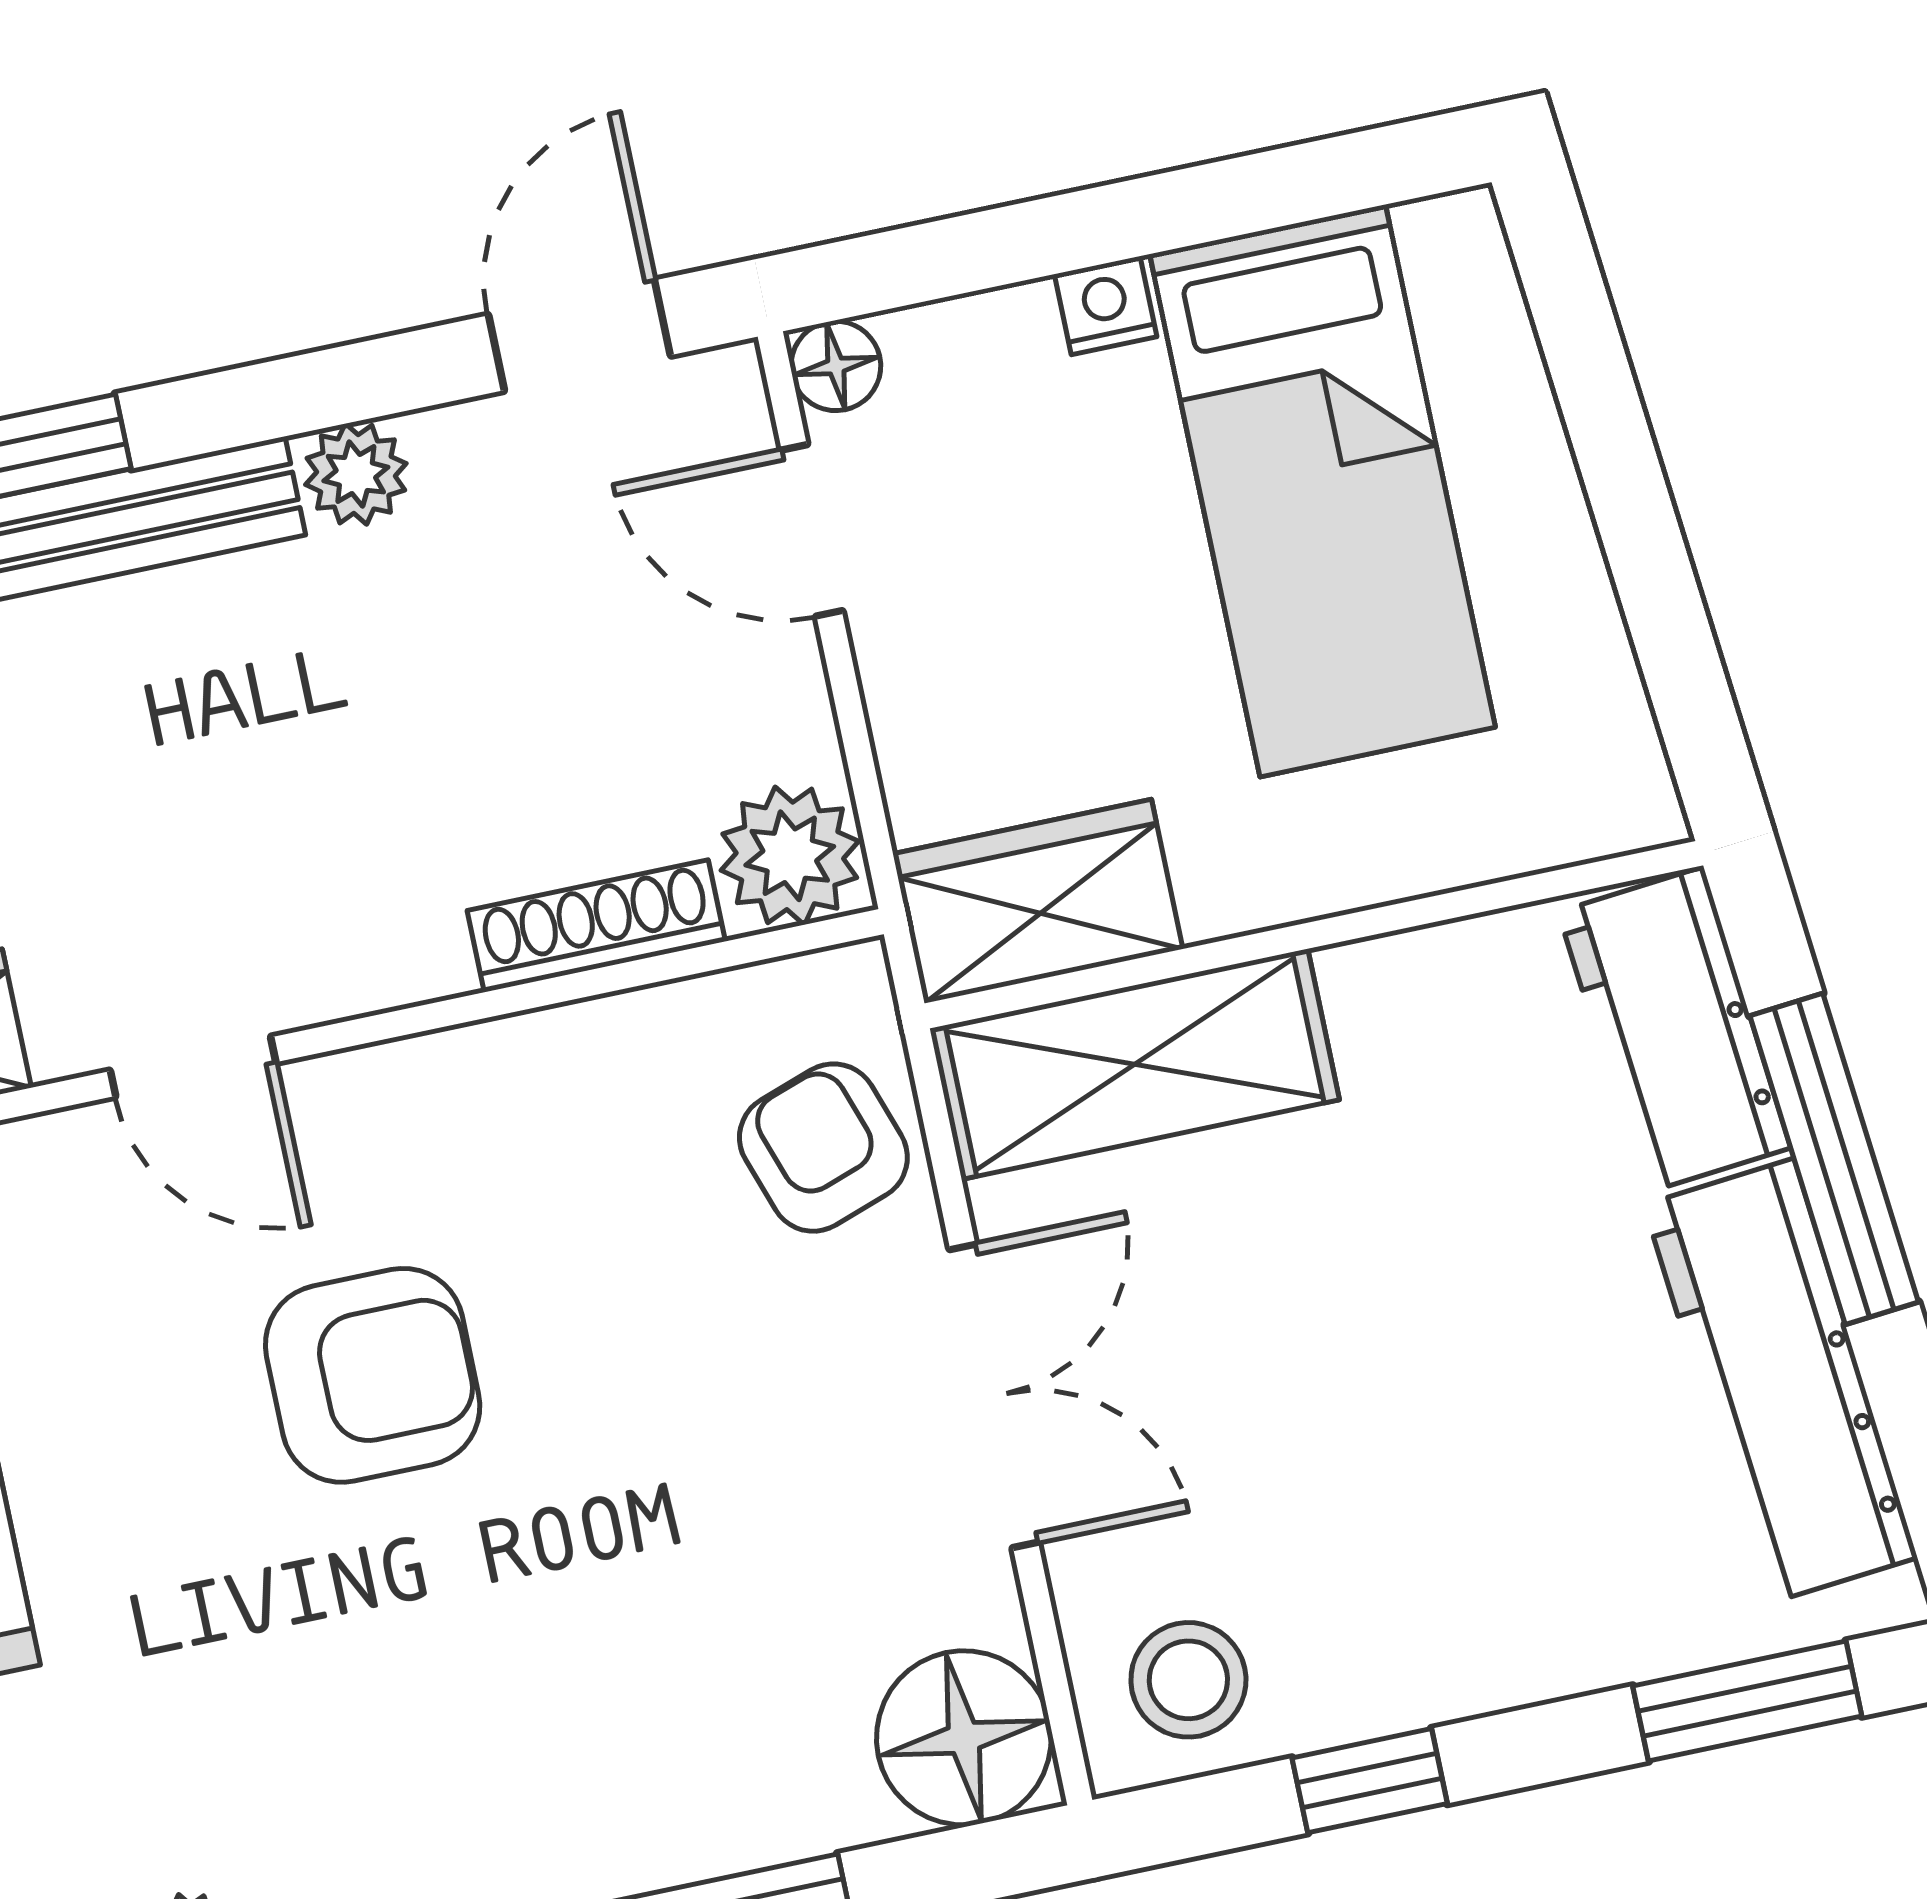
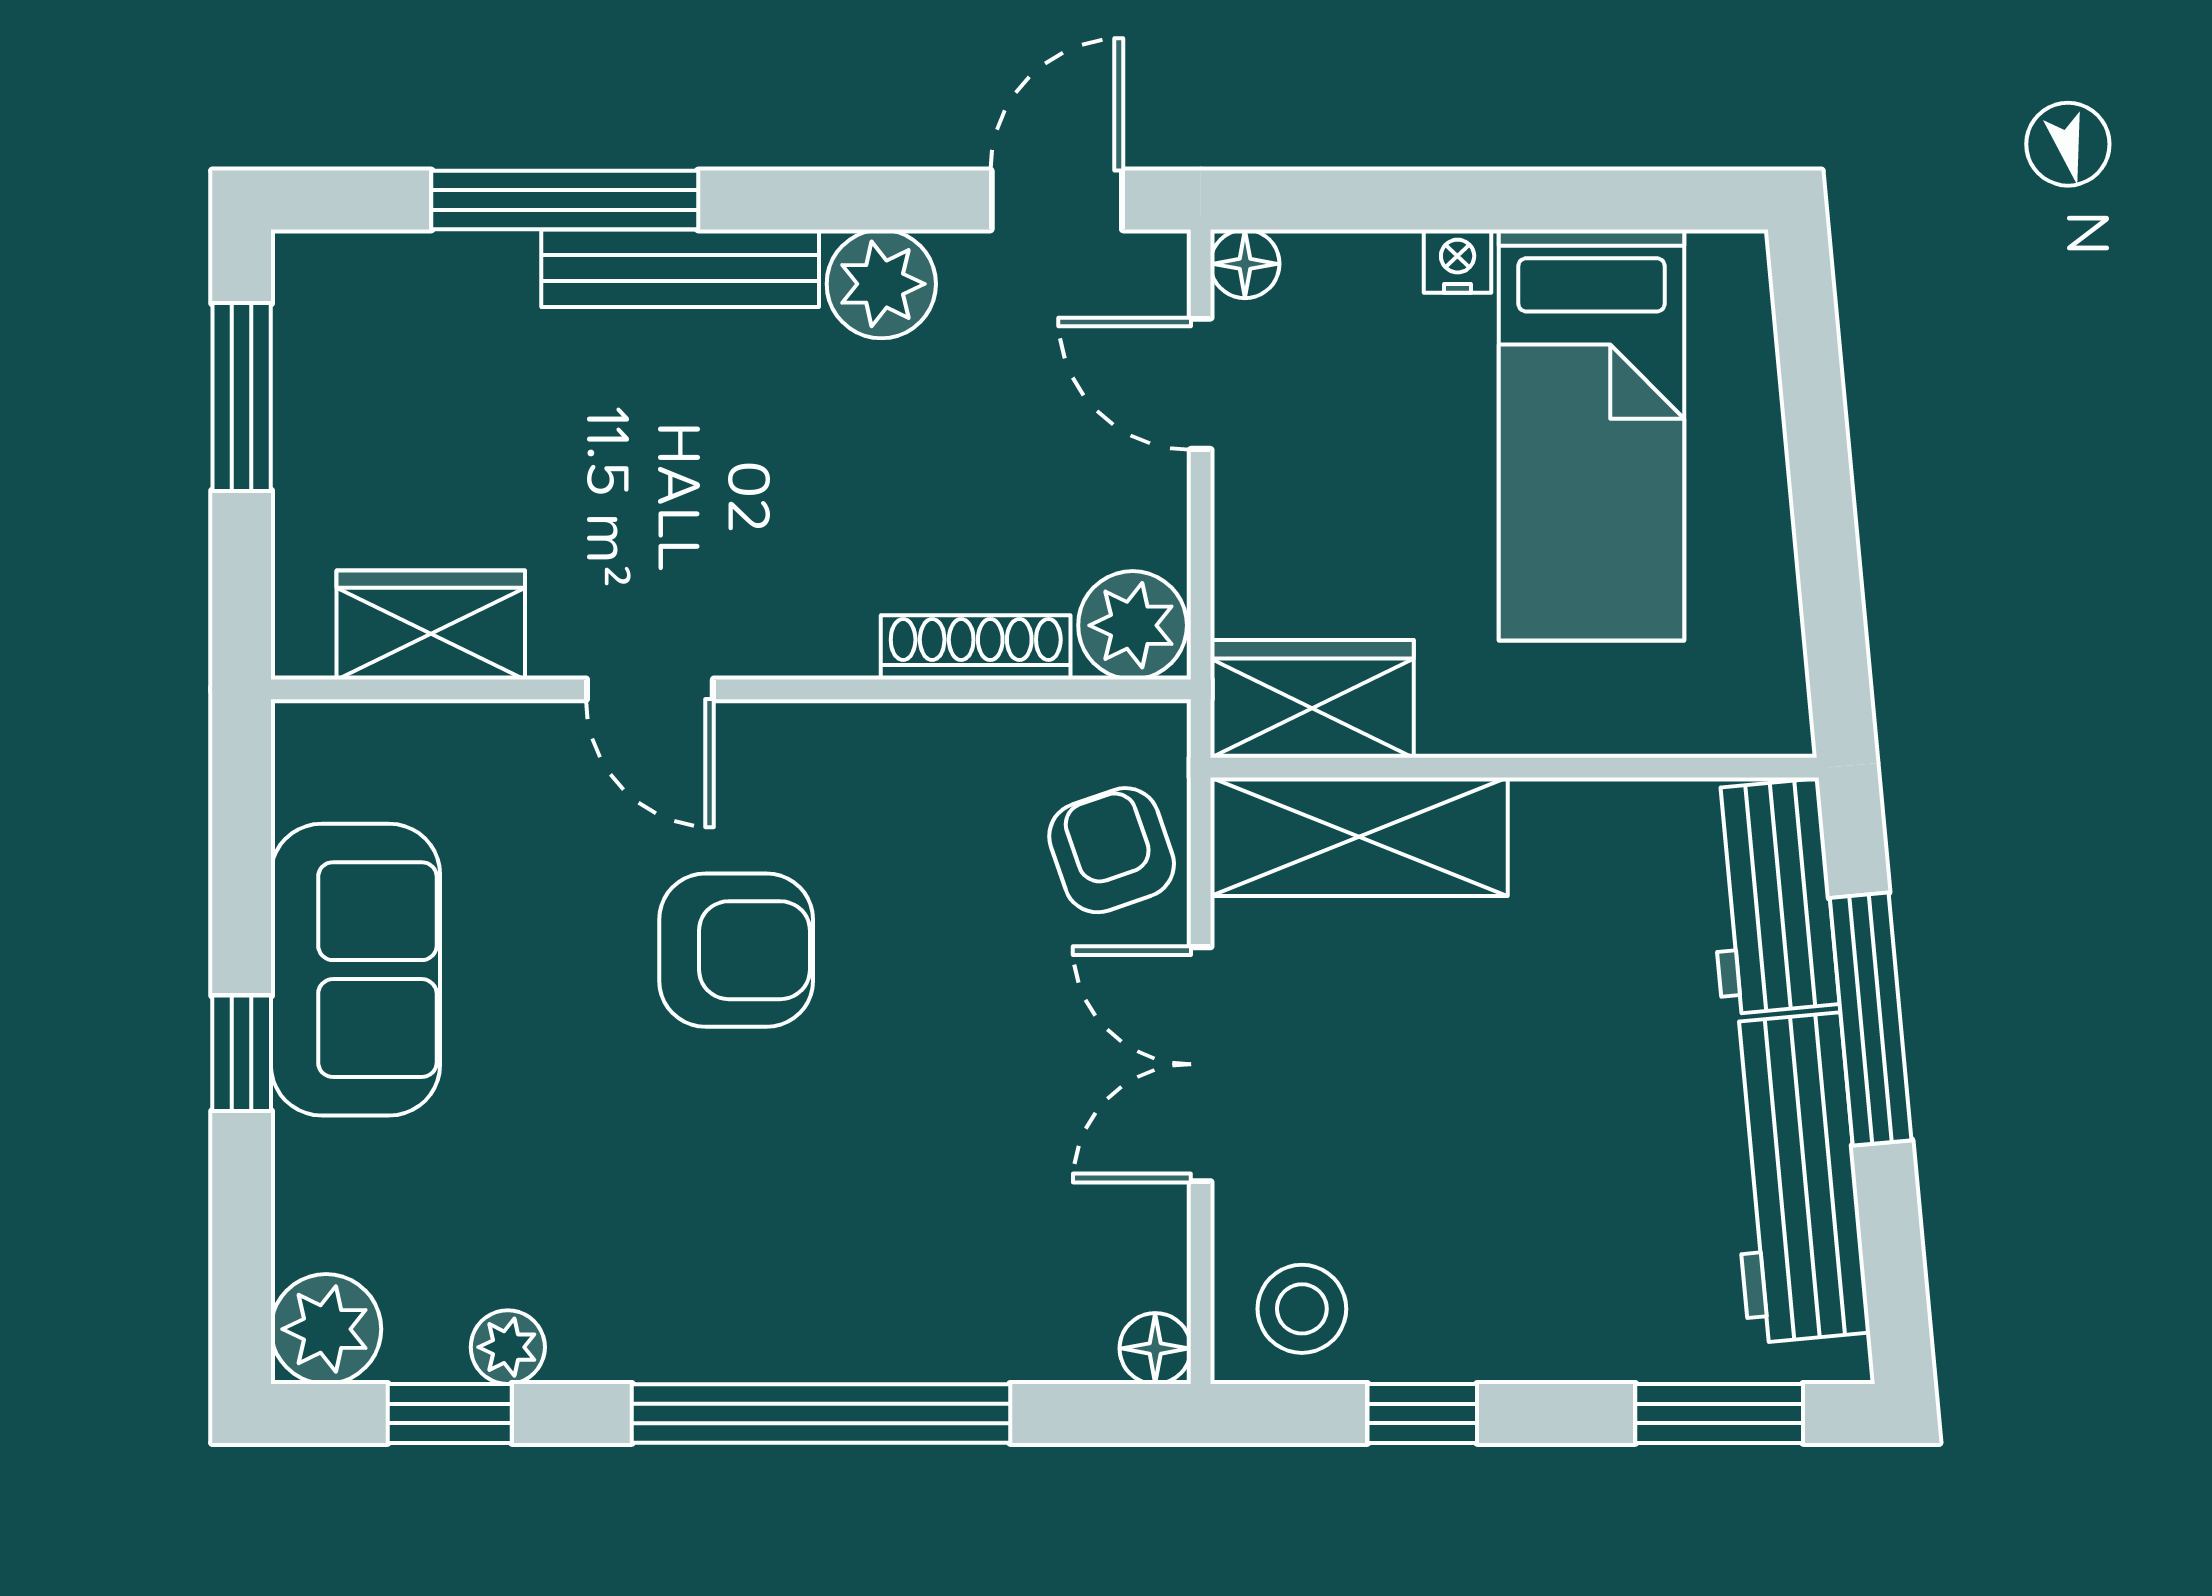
plant: (356, 474) -> (881, 284), width x1.38, depth x1.38
double door: (994, 1396) -> (1201, 1064), swing flipped
floor lamp: (964, 1738) -> (1155, 1348), width x0.53, depth x0.53

